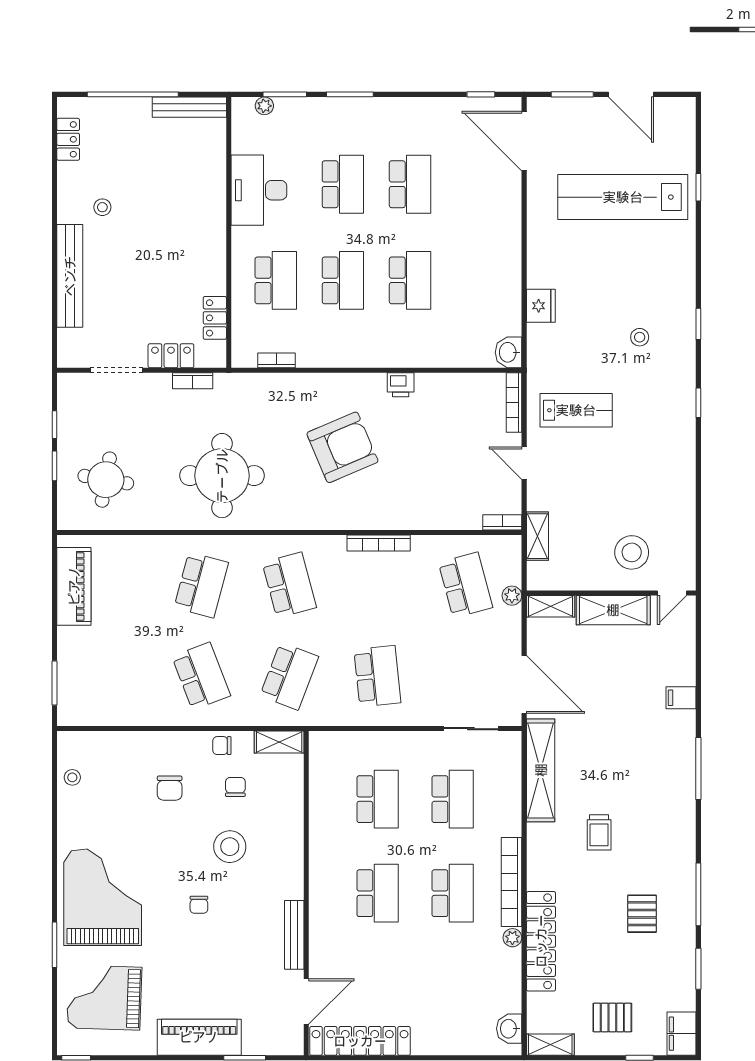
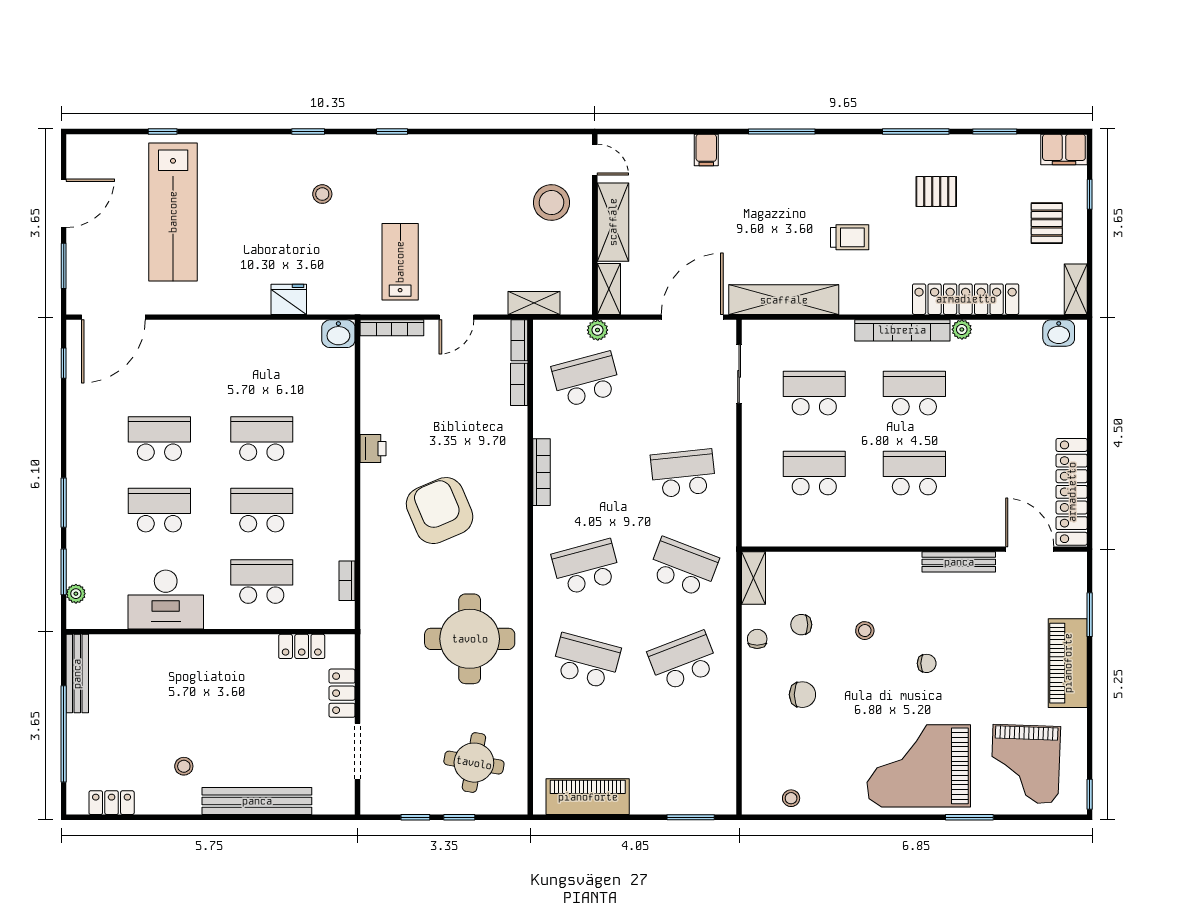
bookcase: (193, 381) -> (519, 384), moved, turned 180
chair: (222, 746) -> (757, 639), turned 180
stool: (230, 847) -> (865, 631), width x0.53, depth x0.53

